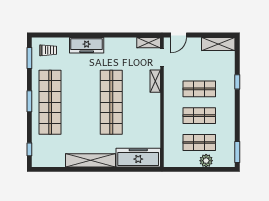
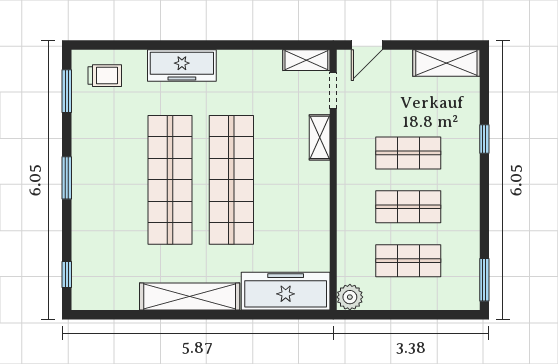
shop shelf: (50, 102) -> (170, 180), moved
plant: (206, 161) -> (350, 297), moved

